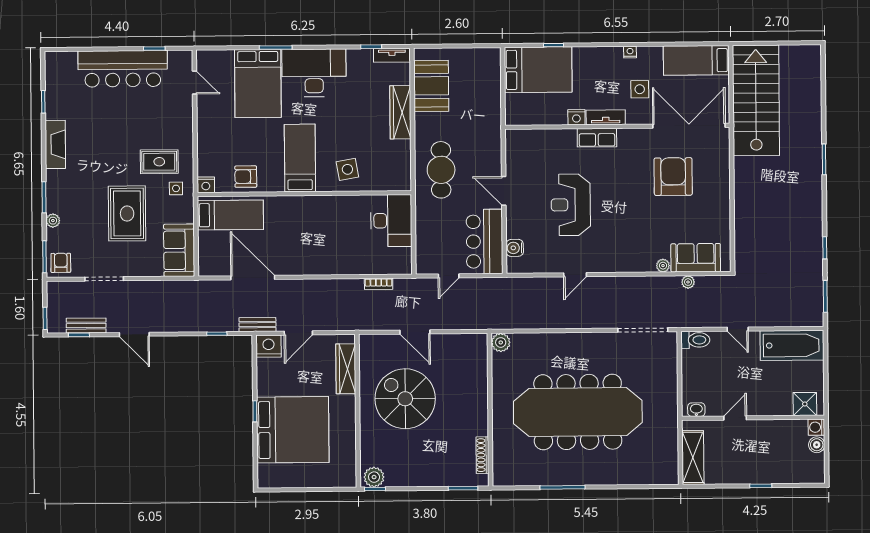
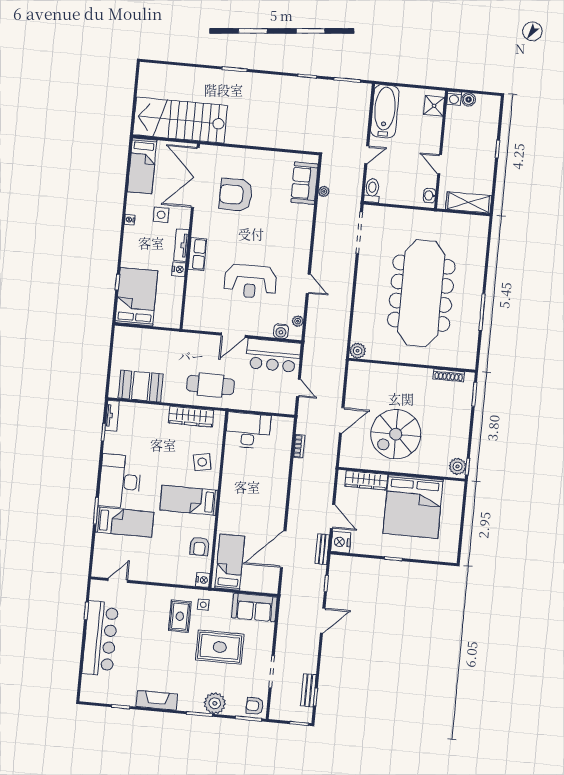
bed: (258, 83) -> (124, 522), width x0.67
wardrobe: (400, 112) -> (191, 417), moved
plant: (53, 221) -> (215, 703), width x1.88, depth x1.88
plant: (663, 266) -> (298, 321), moved
door: (134, 334) -> (323, 621), moved
bed: (293, 430) -> (413, 507), moved, turned 180

